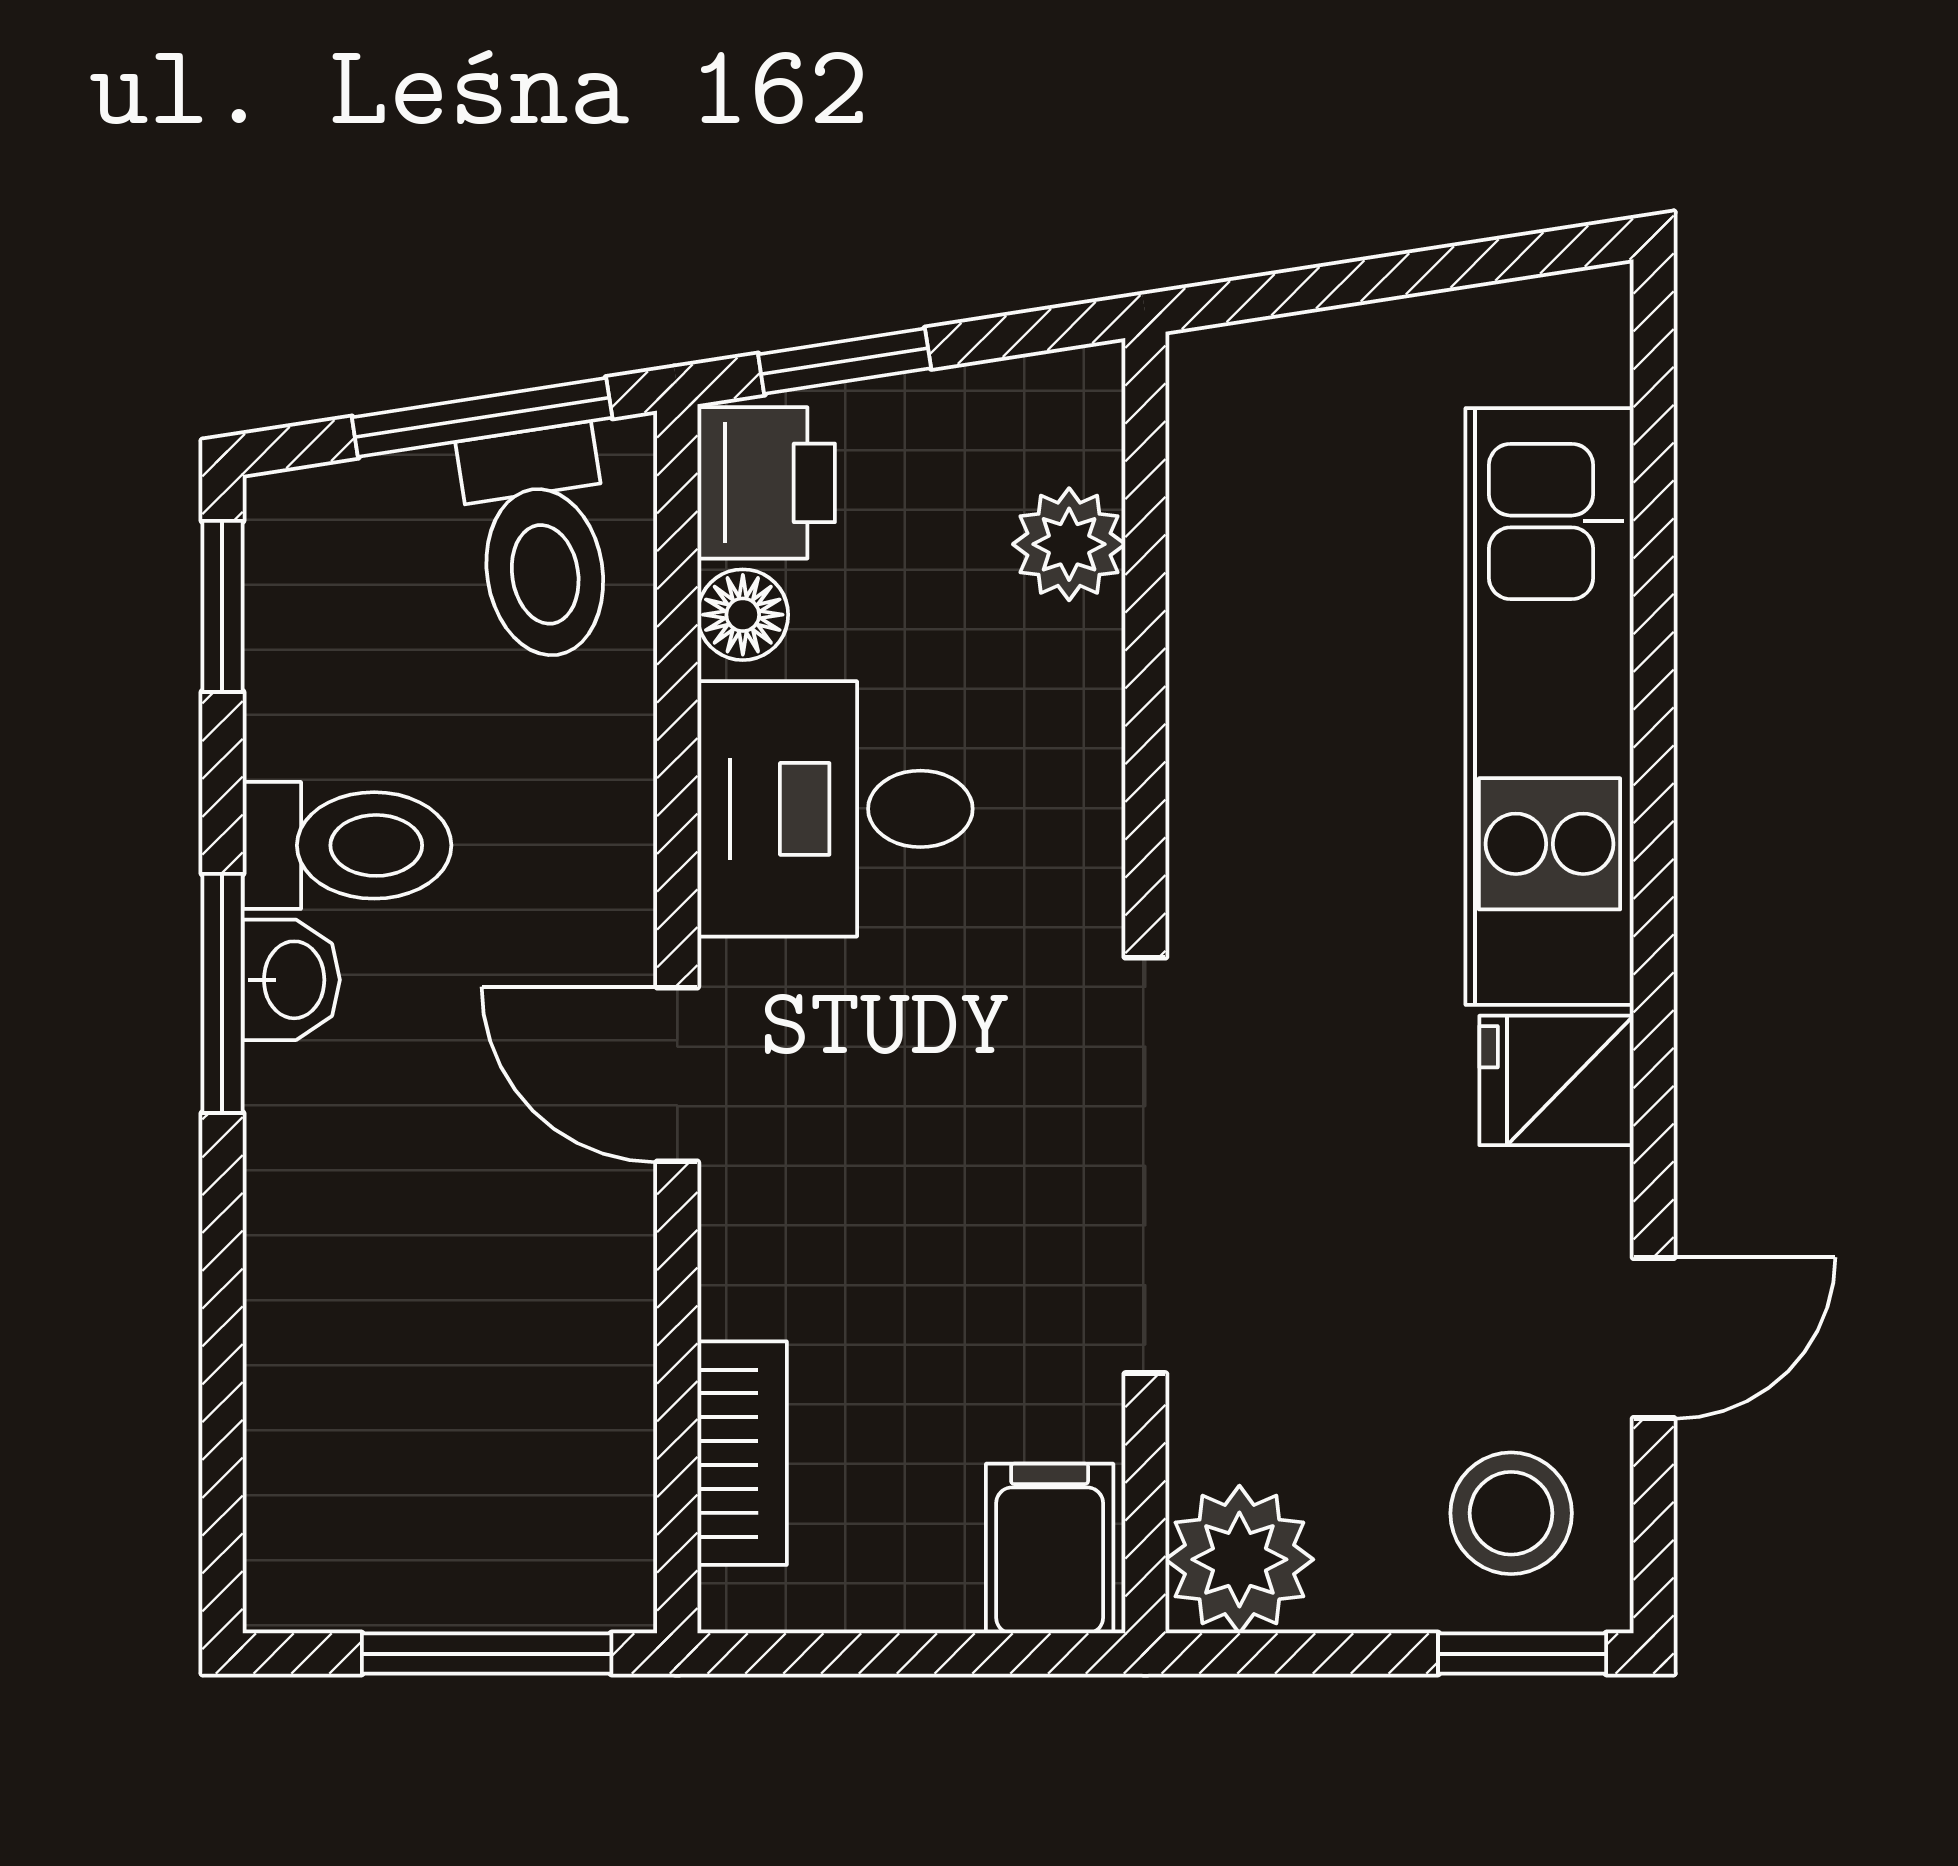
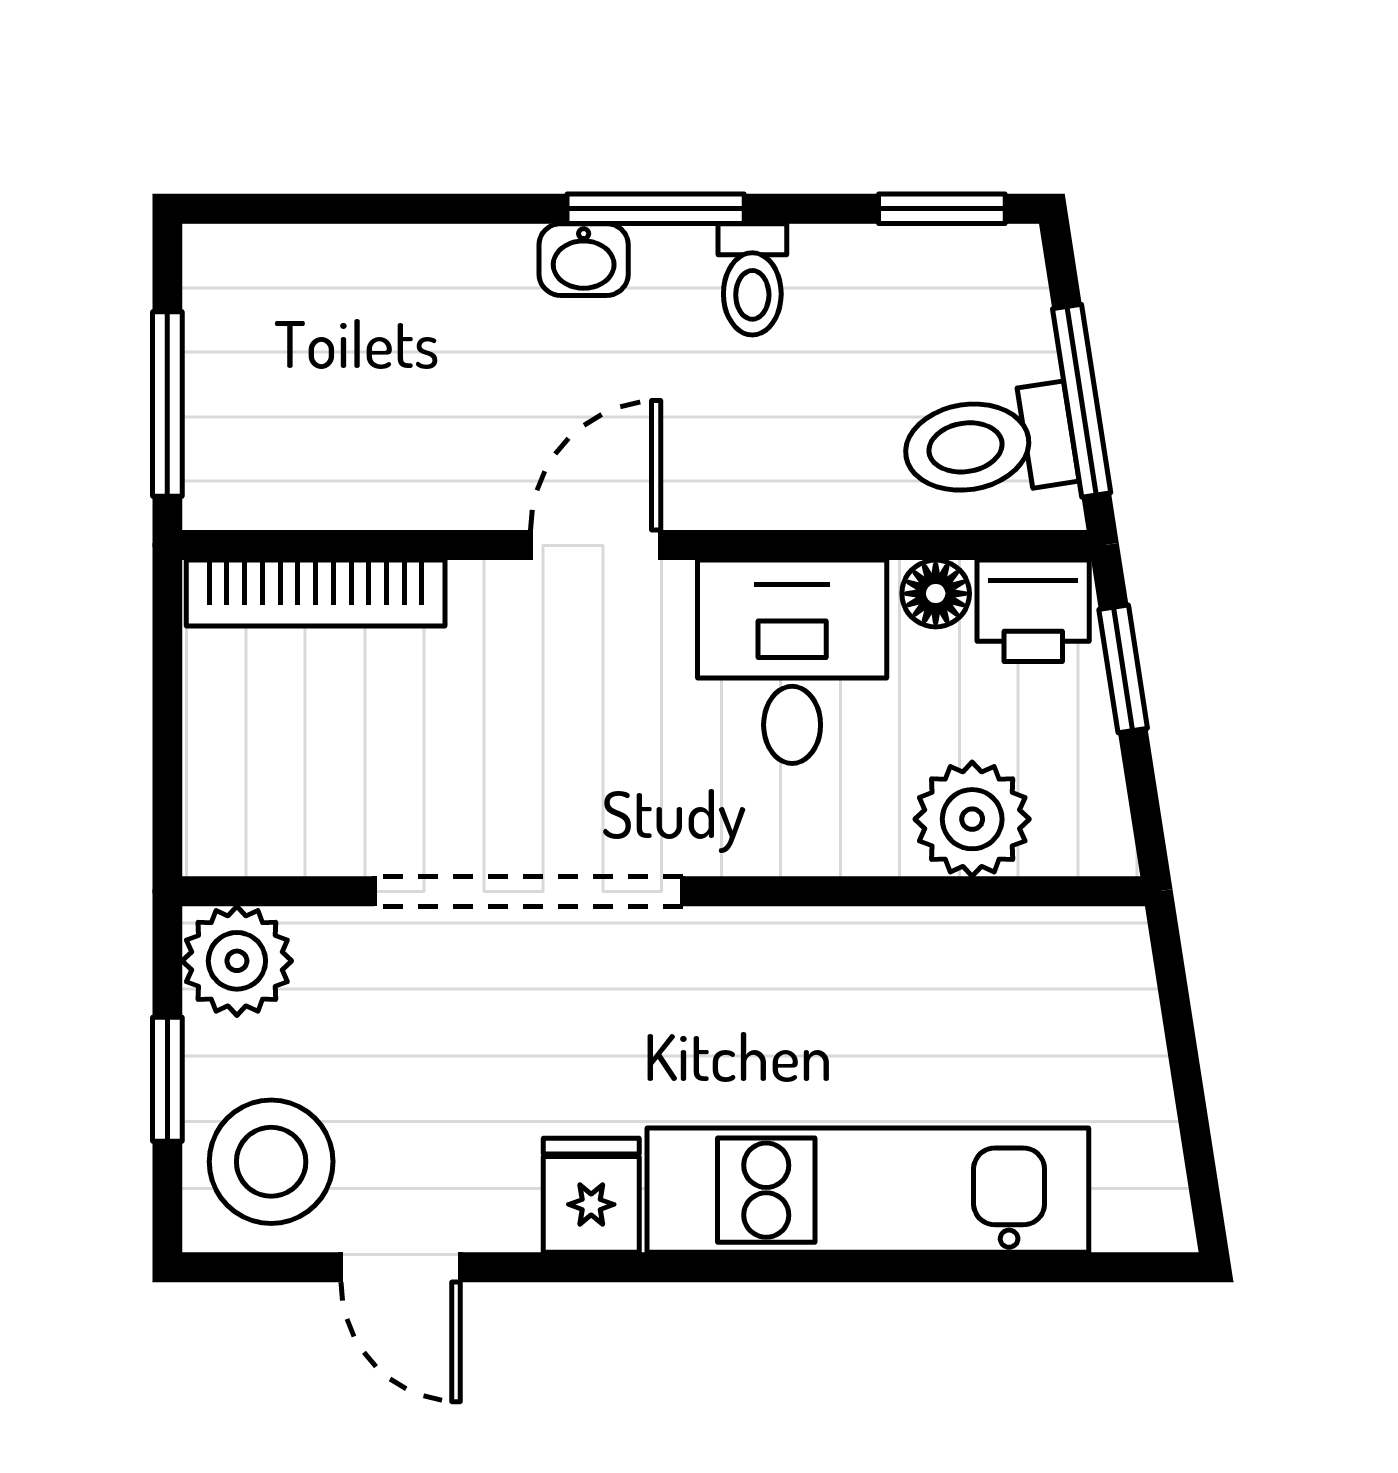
plant: (1069, 544) -> (972, 819), width x1.38, depth x1.38
toilet: (347, 845) -> (752, 279), width x0.73, depth x0.72
washbasin: (291, 980) -> (584, 260), moved
bookcase: (742, 1453) -> (316, 593), width x1.56
stool: (1511, 1513) -> (271, 1162), width x1.38, depth x1.38
filing cabinet: (1050, 1549) -> (245, 820), removed
window: (1522, 1654) -> (167, 1079), moved

